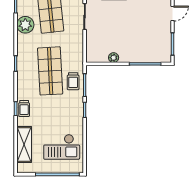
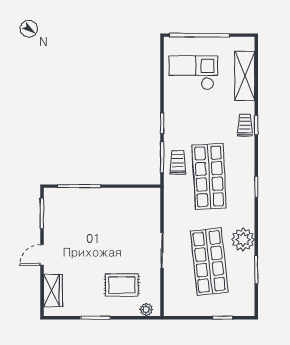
plant: (114, 58) -> (123, 195), removed

